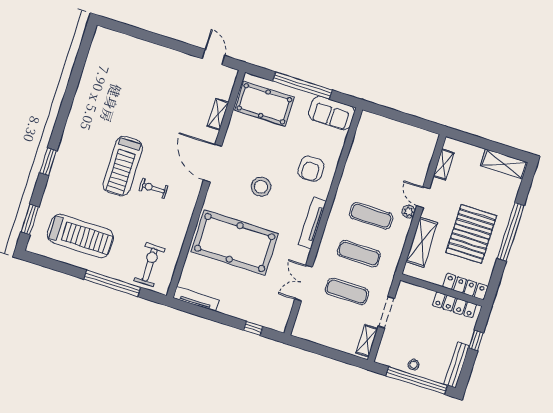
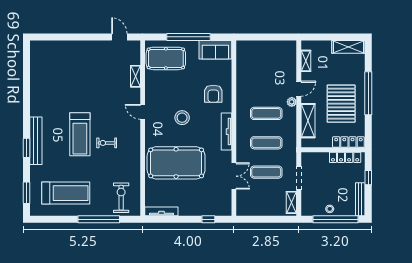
bench: (63, 156) -> (36, 141), added
door: (213, 163) -> (143, 112), width x0.53
door: (423, 197) -> (299, 89), swing flipped
double door: (304, 283) -> (234, 176), swing flipped

